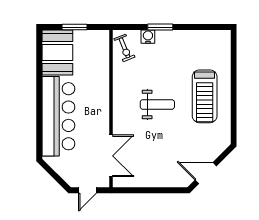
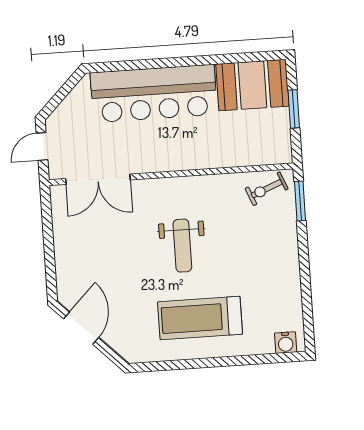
window: (160, 27) -> (300, 201), moved
water cooler: (148, 37) -> (286, 343), moved, turned 90
door: (88, 190) -> (42, 146), hinge flipped

